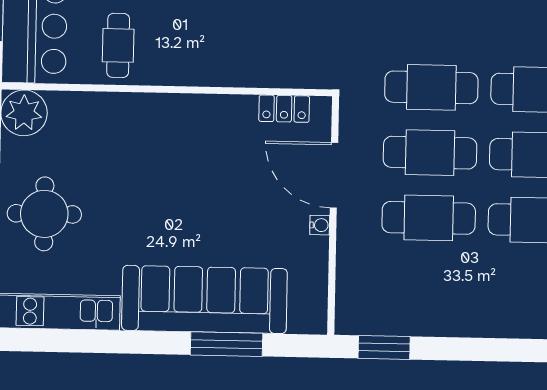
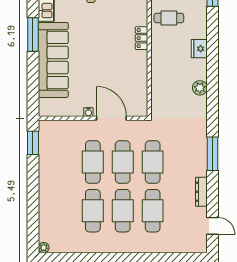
locker: (284, 109) -> (141, 38), moved
door: (334, 175) -> (111, 118), hinge flipped
window: (227, 344) -> (33, 35), moved

